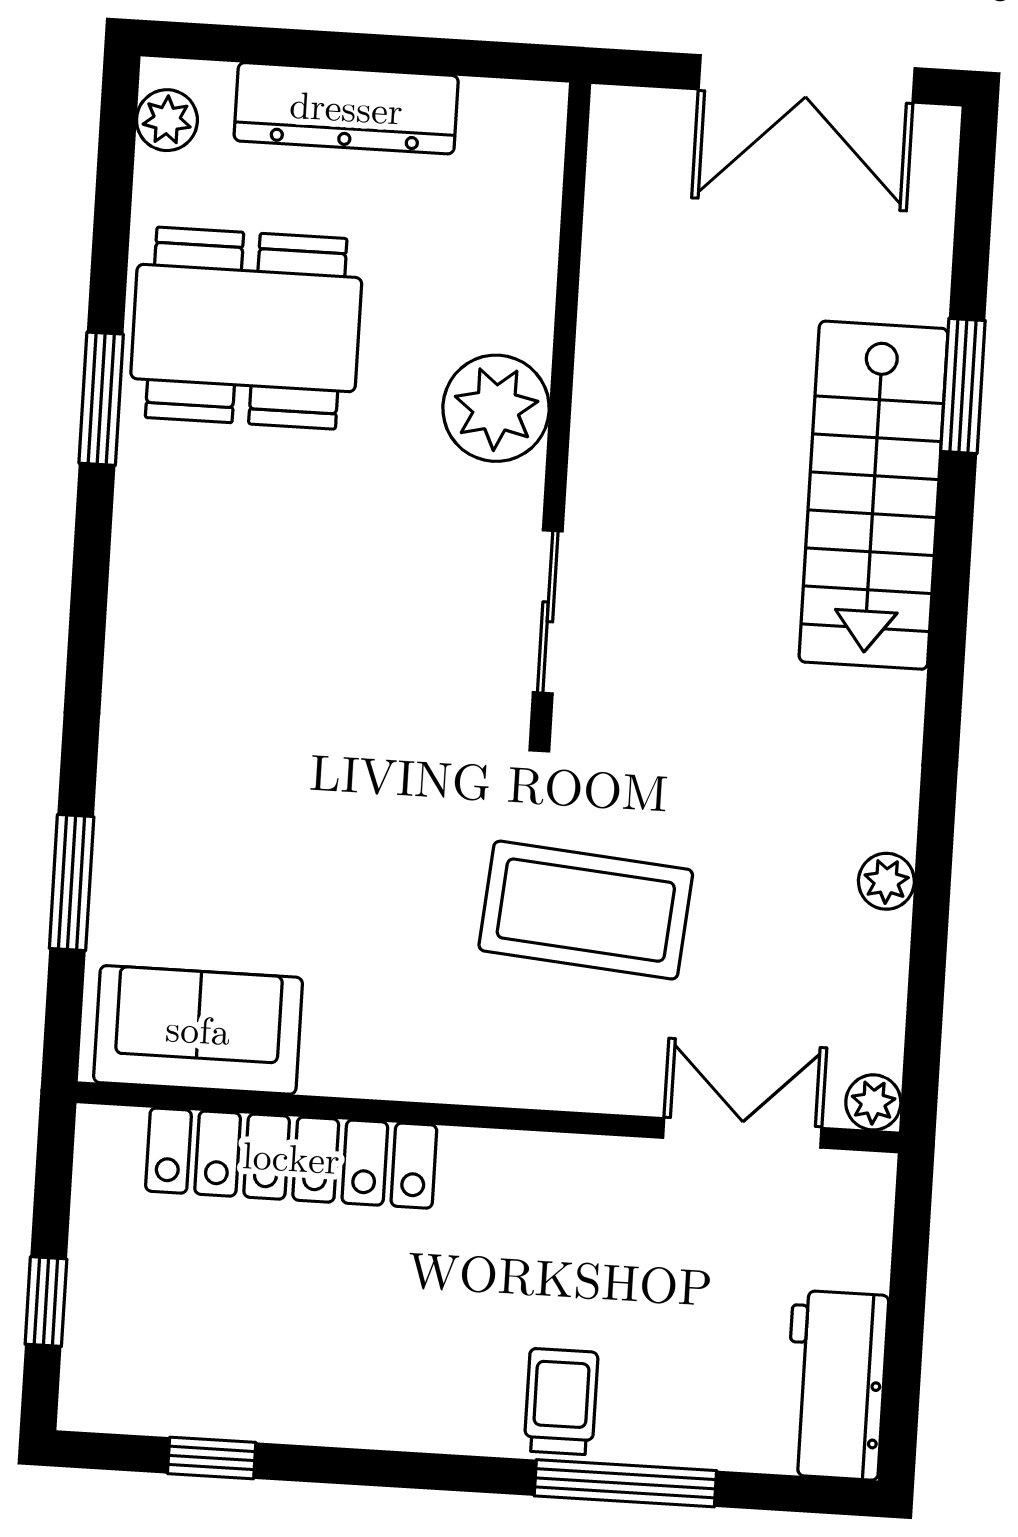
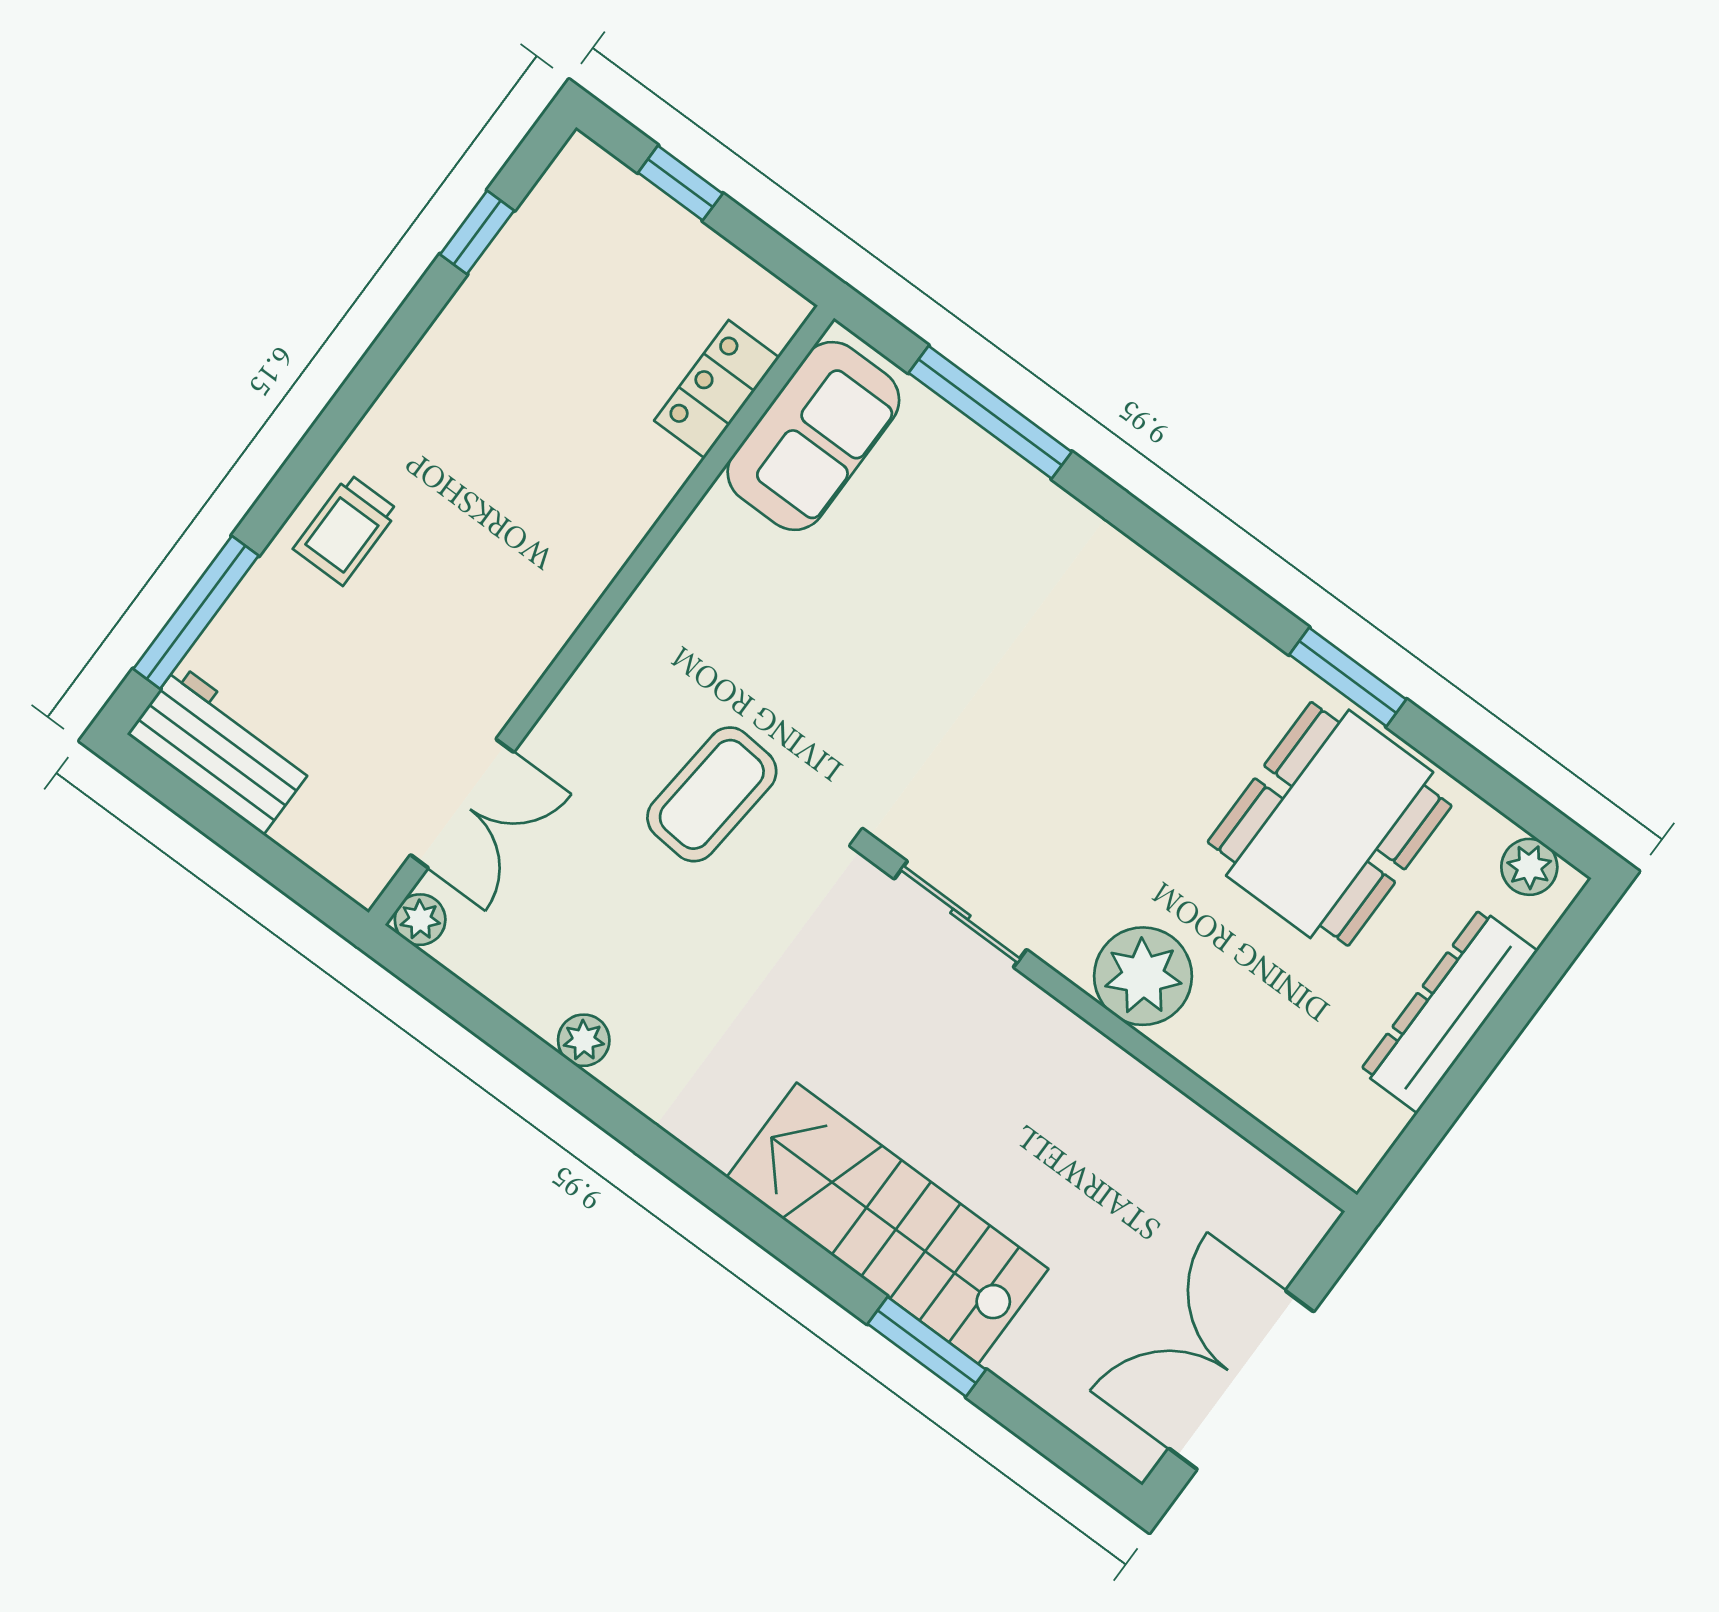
window: (72, 883) -> (990, 412), width x1.44
coffee table: (586, 910) -> (712, 794), width x0.73, depth x0.76
locker: (291, 1158) -> (717, 389), width x0.46, depth x0.83
trolley: (561, 1402) -> (346, 530), turned 90
window: (625, 1483) -> (196, 612), moved

